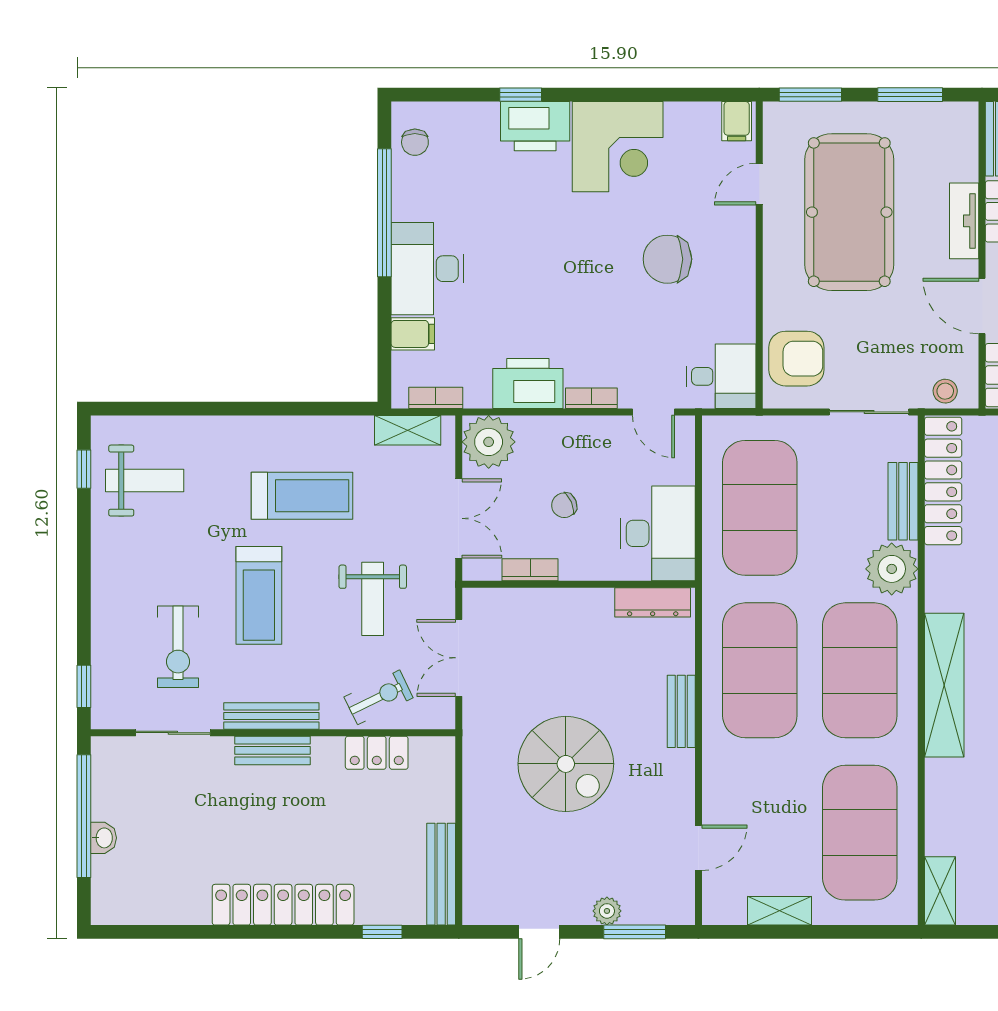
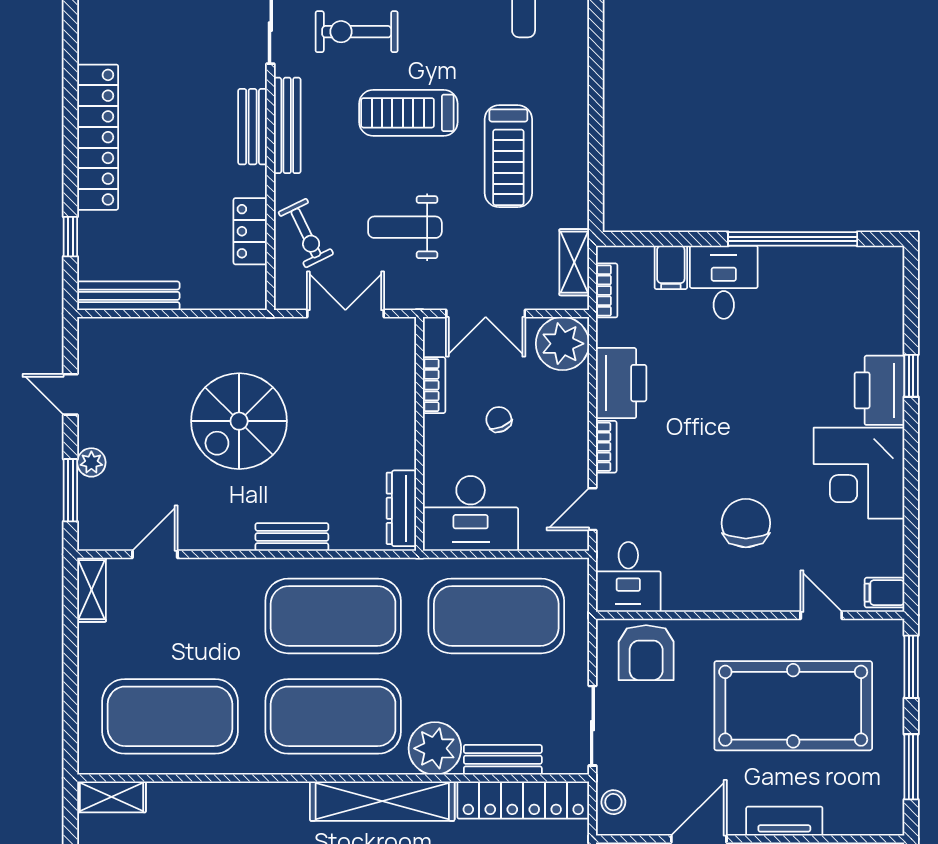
chair: (415, 142) -> (863, 270), removed
desk: (428, 269) -> (724, 282), width x0.73
shelving: (944, 685) -> (382, 801), moved
door: (698, 848) -> (155, 554), swing flipped
shelving: (779, 911) -> (92, 590), moved

